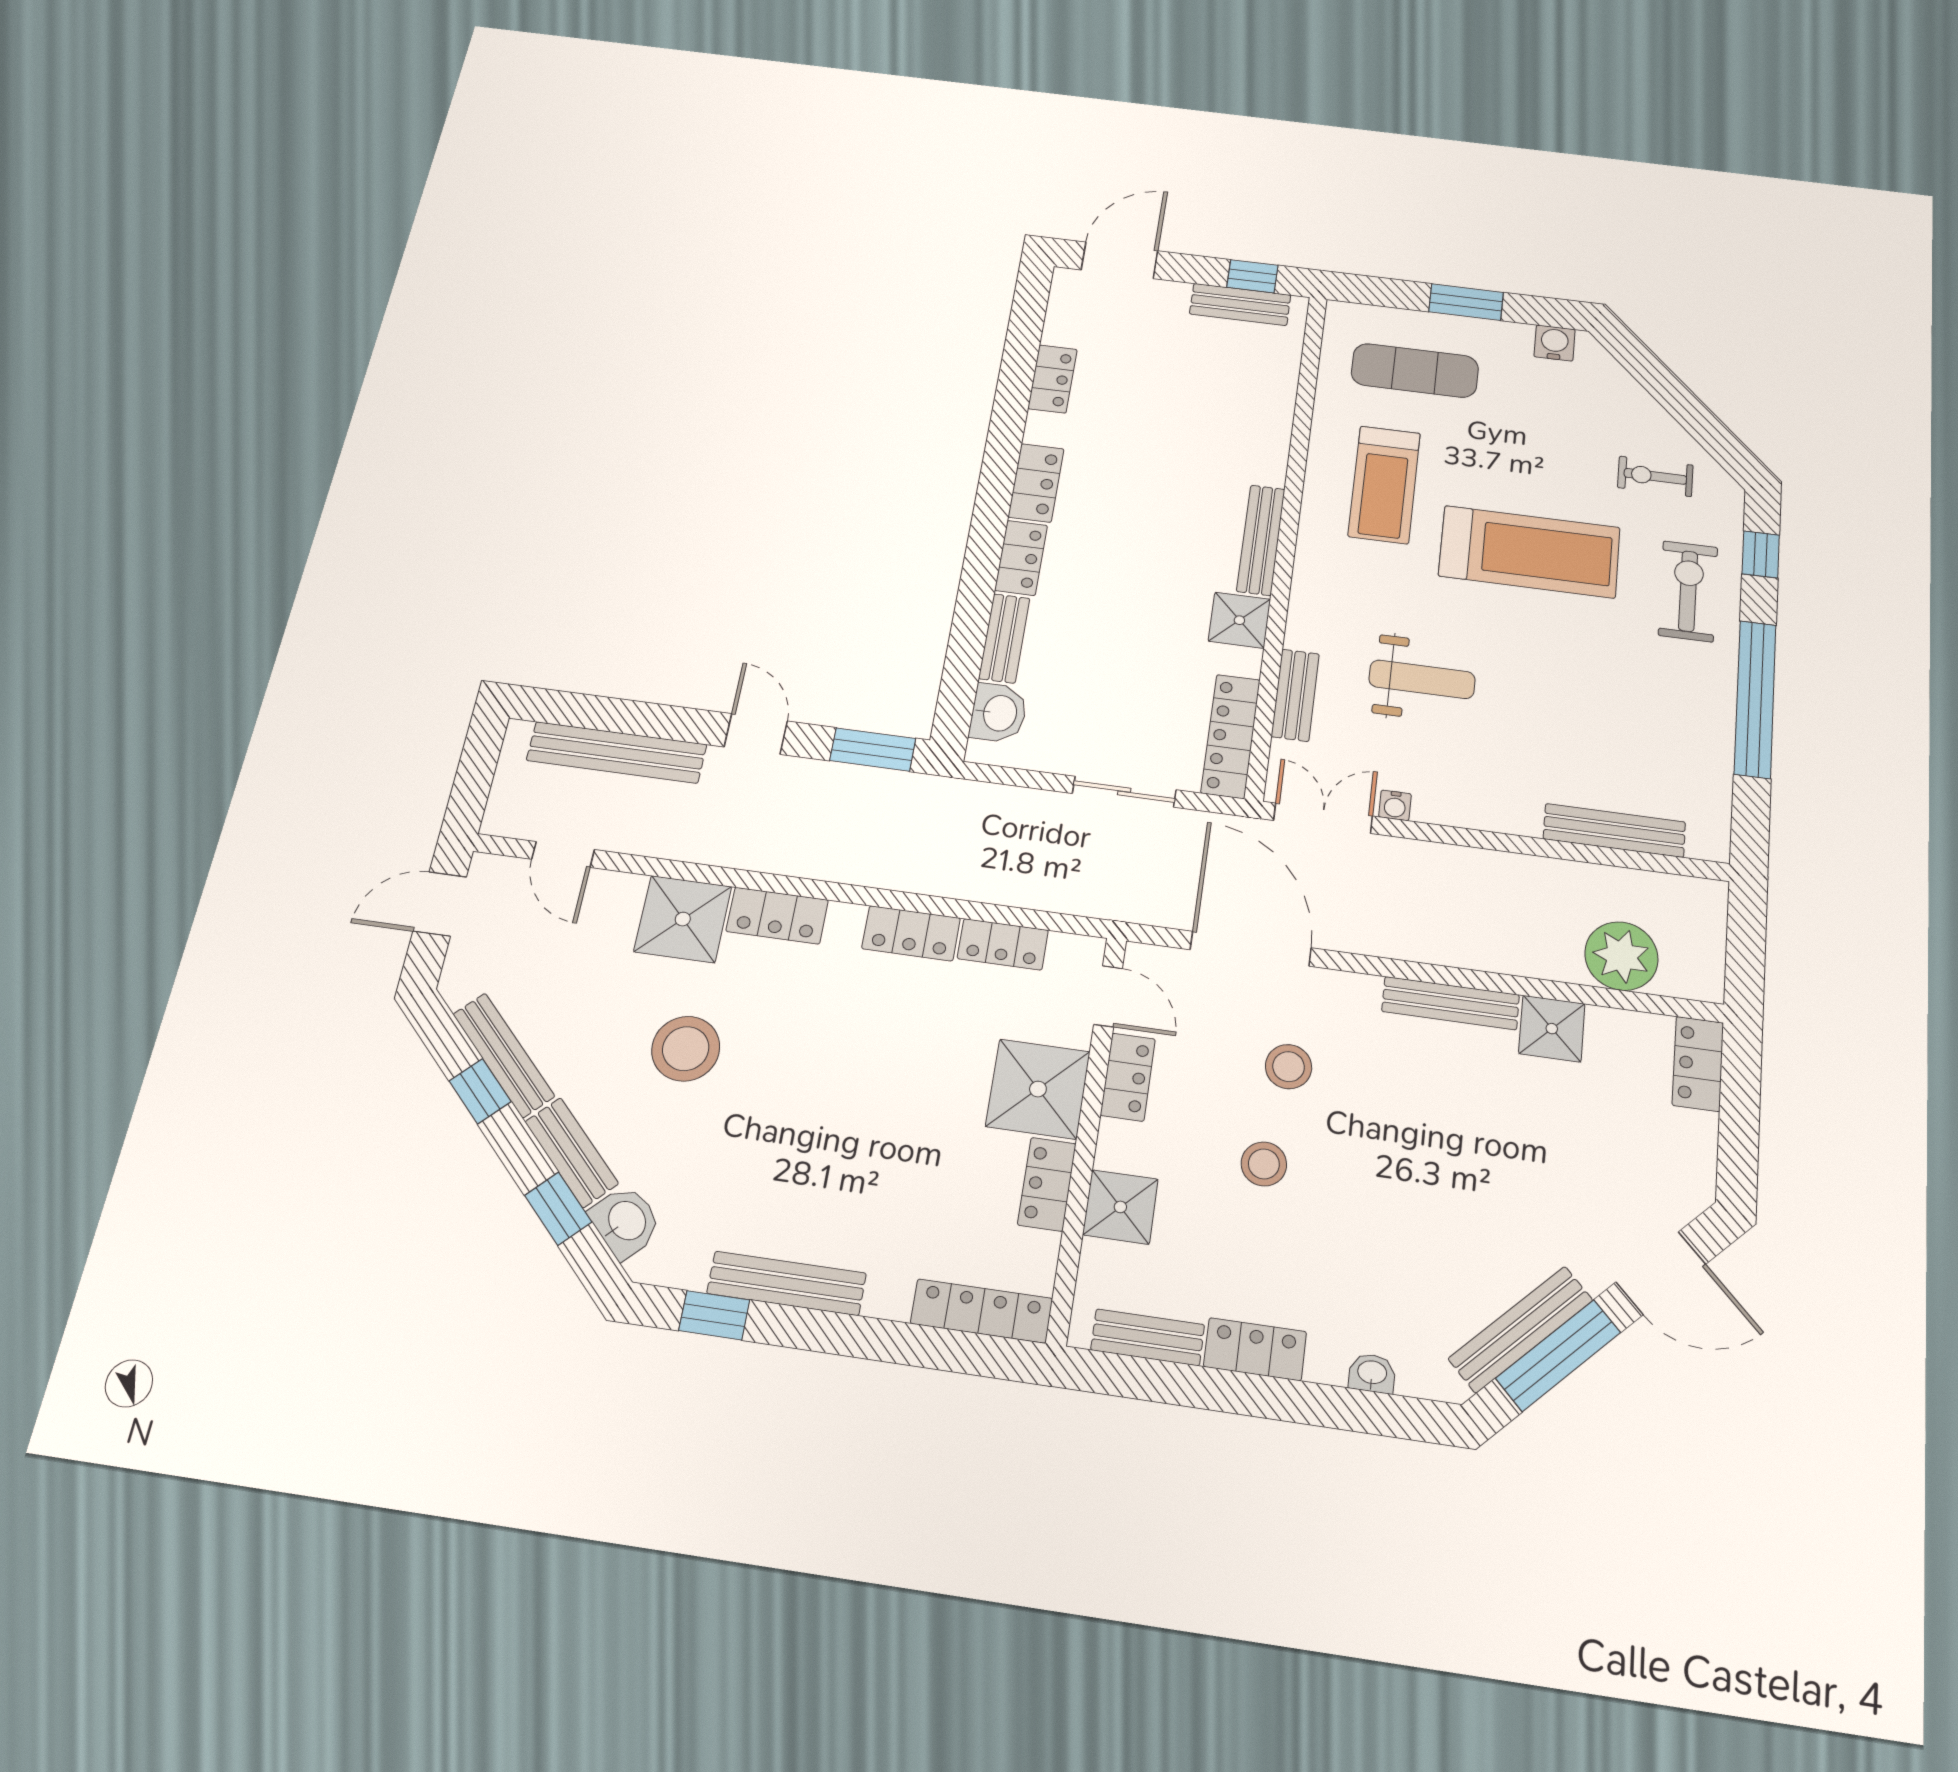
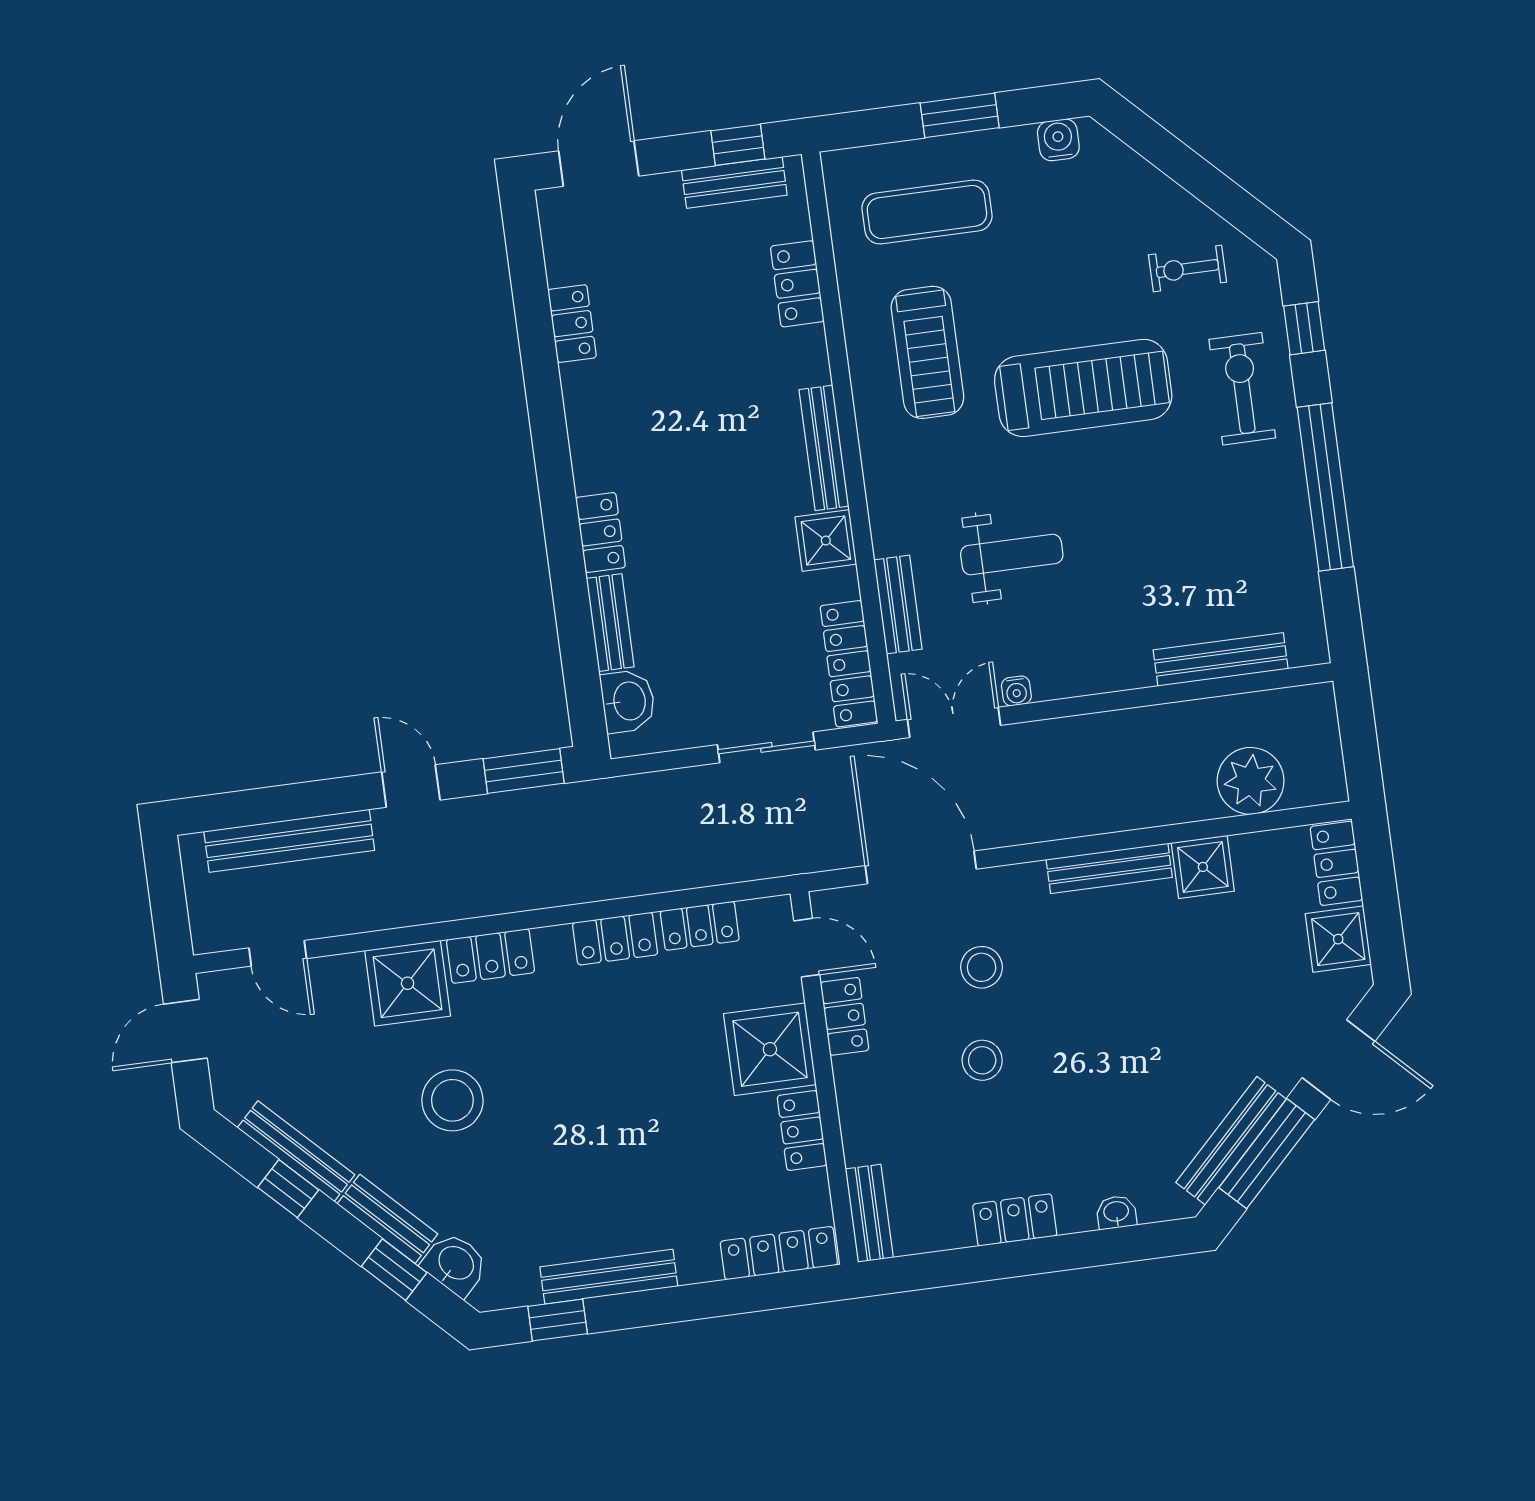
locker: (1036, 483) -> (797, 284), moved, turned 180
shower: (1120, 1207) -> (1338, 939), moved
bench: (1148, 1337) -> (869, 1213), moved, turned 90

